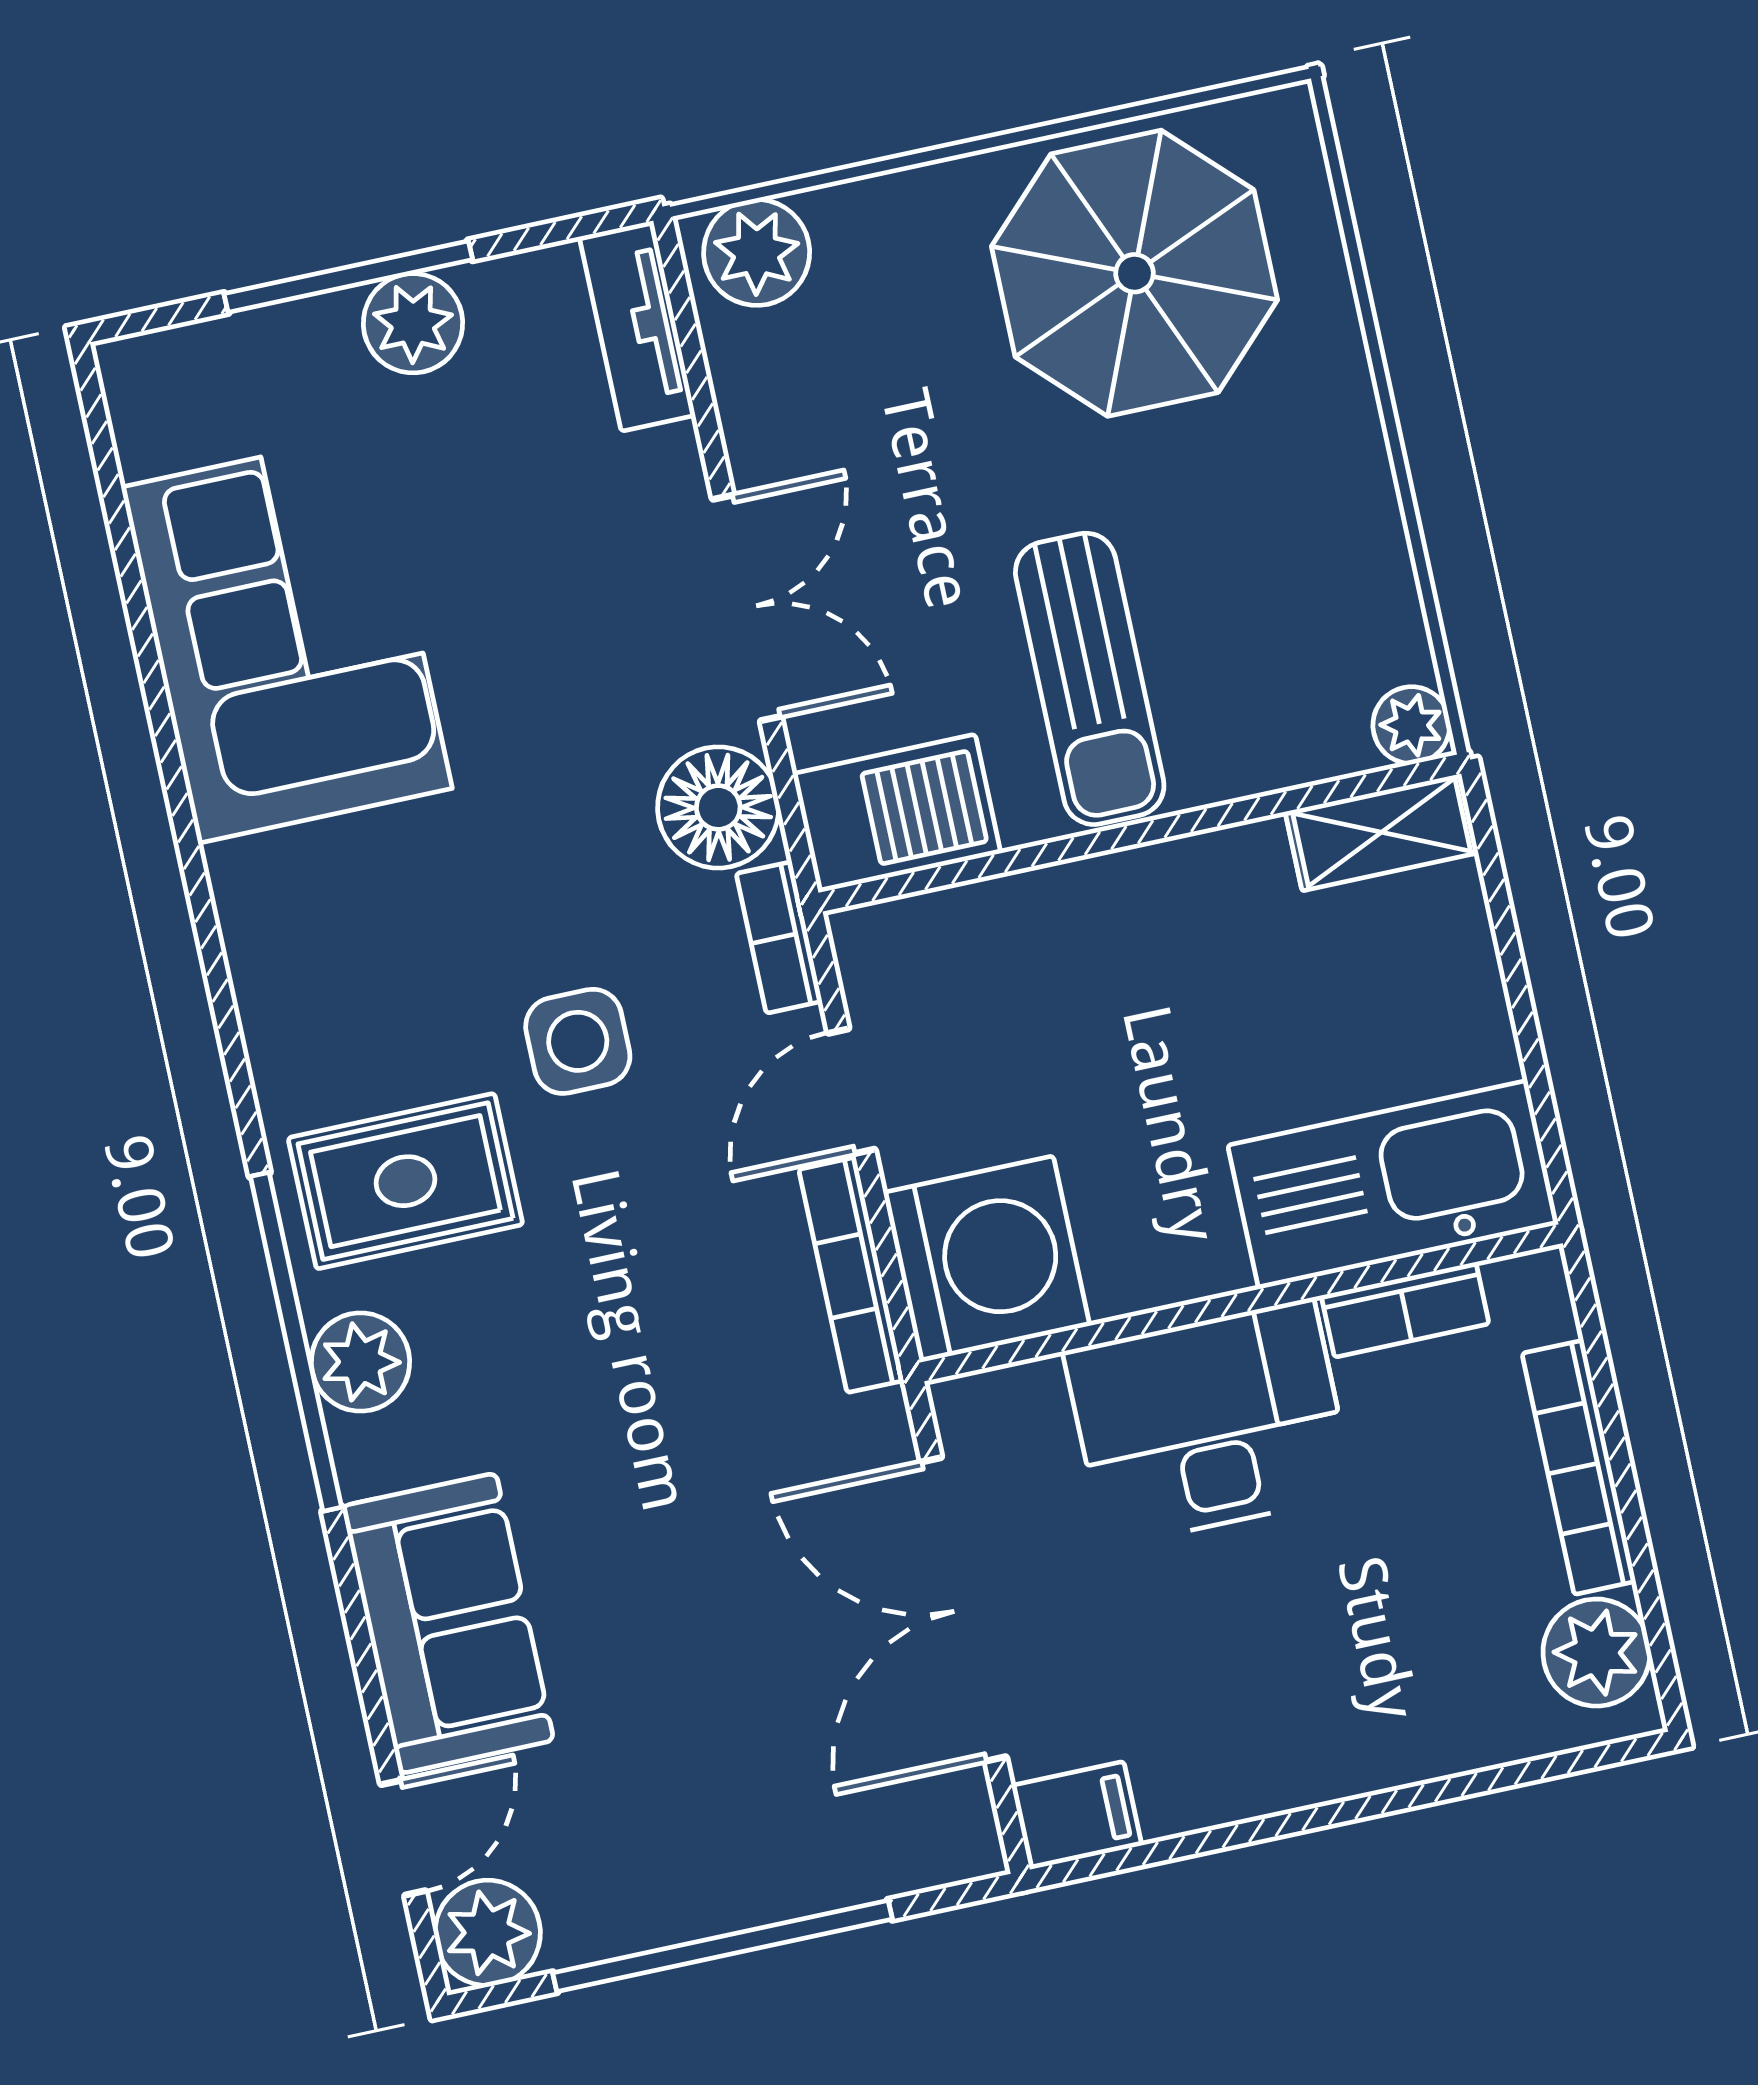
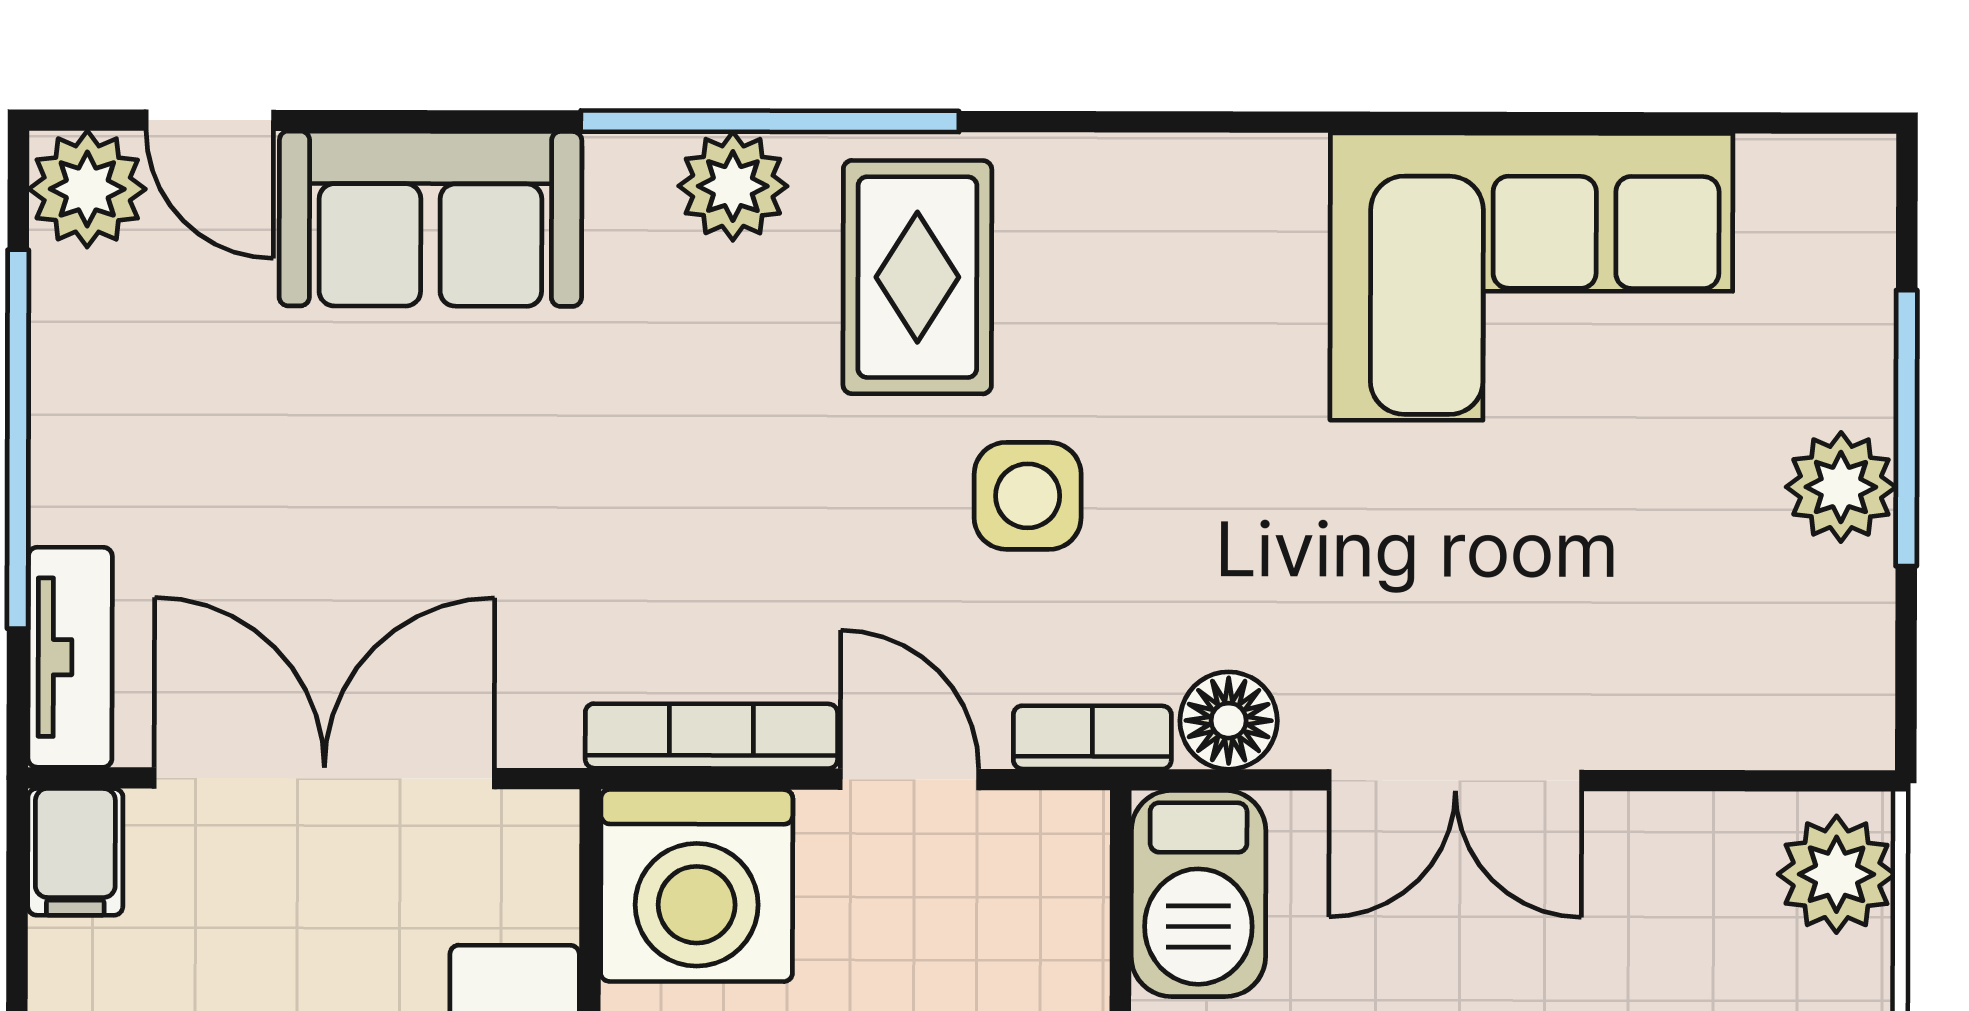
tv unit: (637, 326) -> (70, 657), moved, turned 90
floor lamp: (718, 807) -> (1229, 721), width x0.73, depth x0.73

